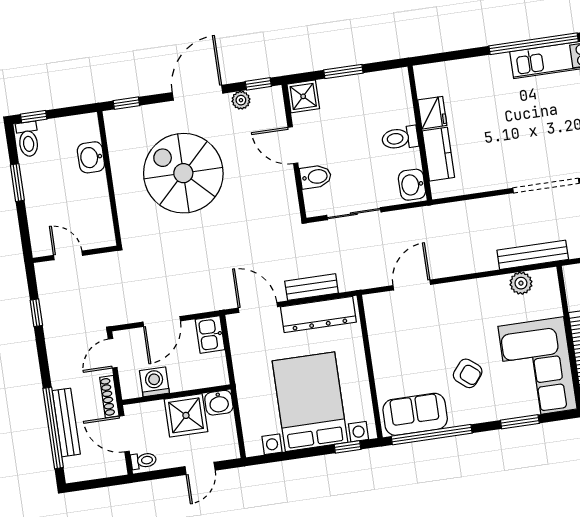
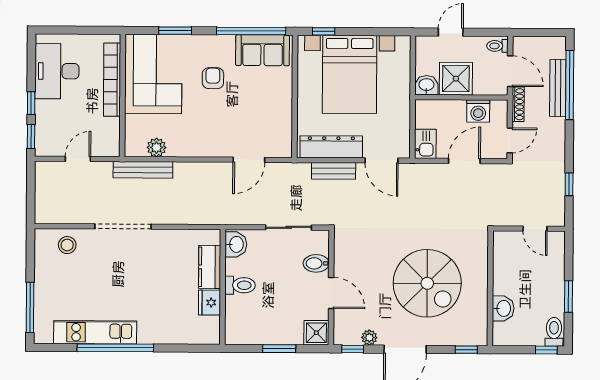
armchair: (468, 373) -> (213, 78), turned 51

